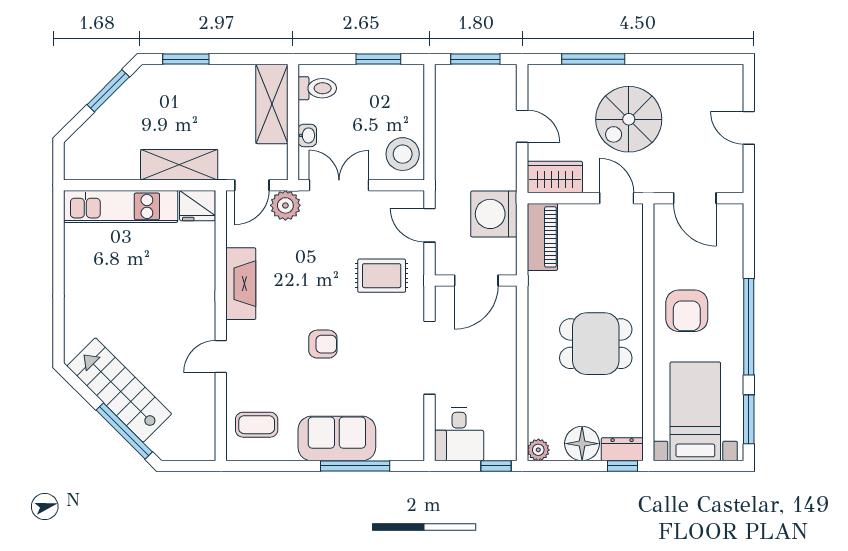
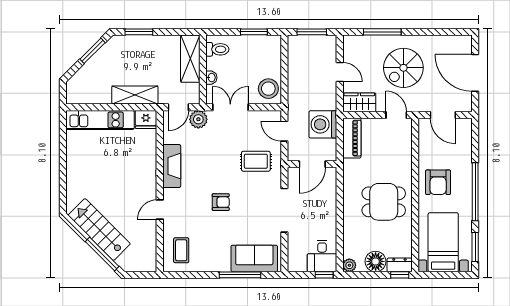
door: (749, 128) -> (475, 73), width x1.88
coffee table: (257, 425) -> (181, 250), turned 90
desk: (459, 434) -> (322, 256), moved
sofa: (337, 438) -> (254, 258), moved

